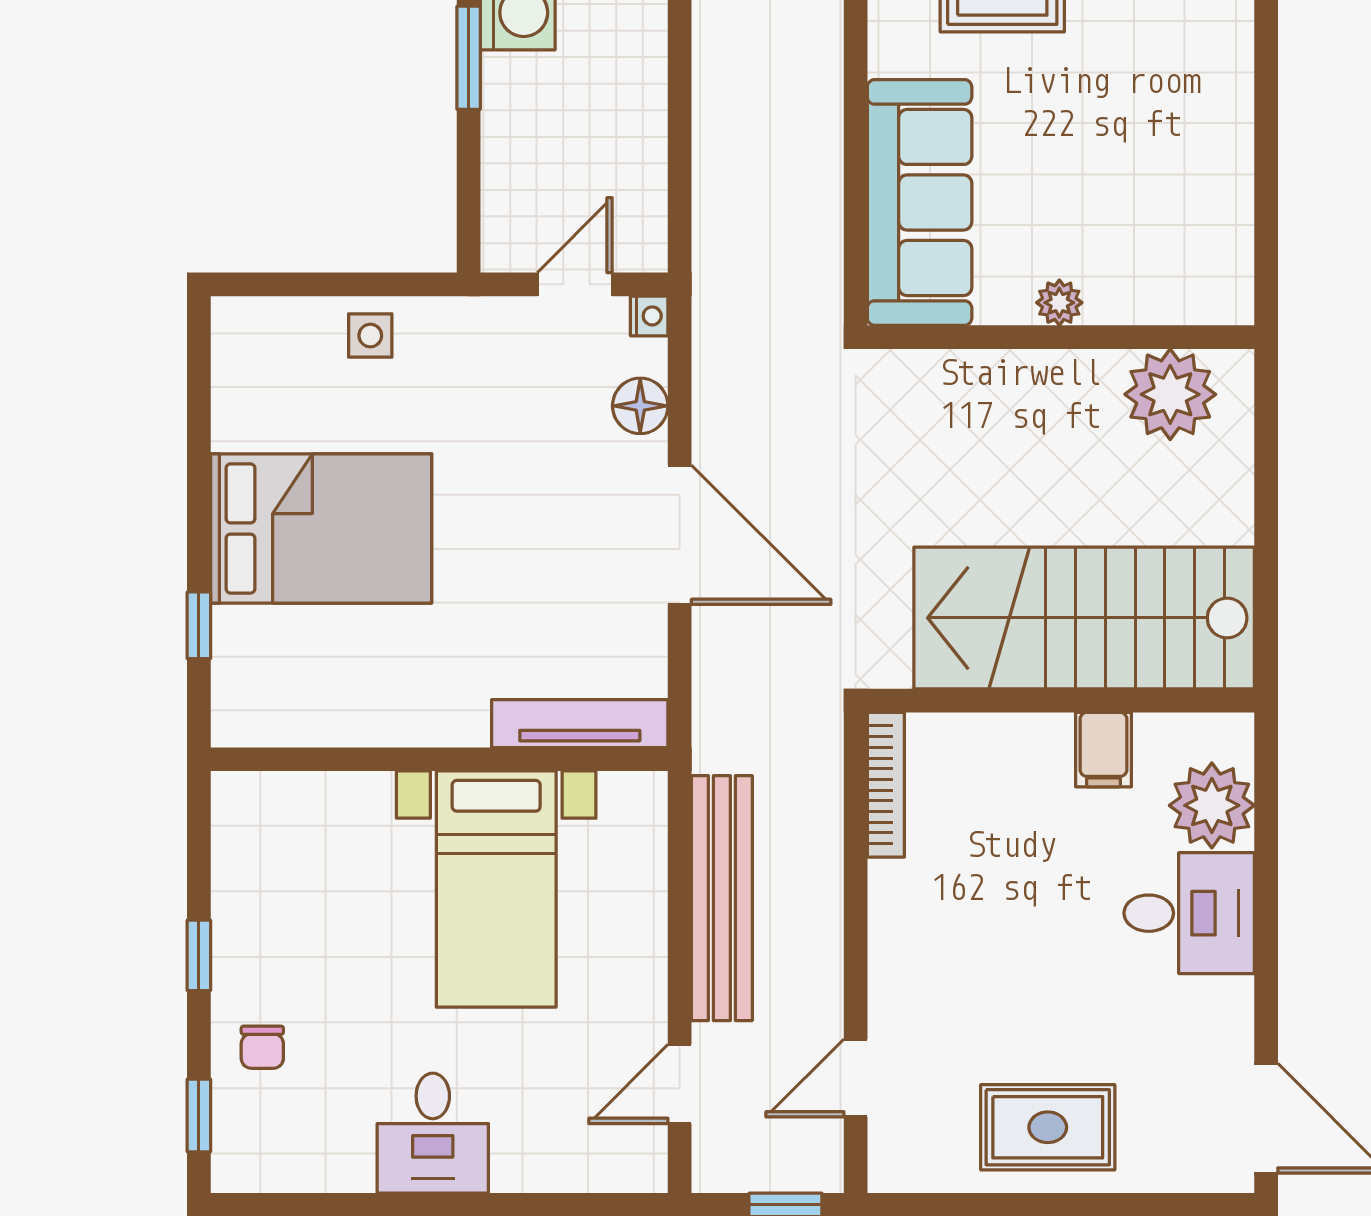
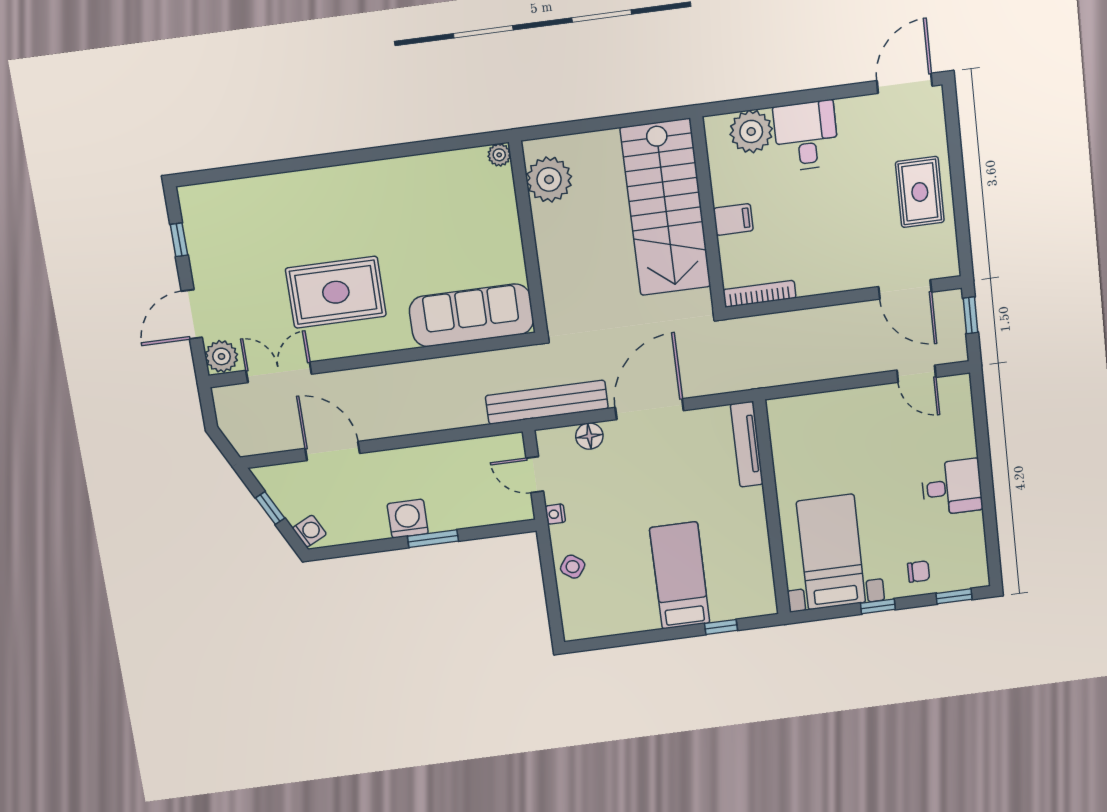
plant: (1059, 303) -> (499, 155), moved
nightstand: (649, 316) -> (555, 514), moved, turned -90
side table: (370, 336) -> (573, 567), turned 36
bed: (321, 528) -> (680, 576), width x0.67
filing cabinet: (1103, 750) -> (733, 219), moved
bed with nightstands: (496, 889) -> (831, 552), moved, turned -90
bench: (722, 898) -> (547, 402), moved
door: (856, 1078) -> (905, 289), width x1.38

